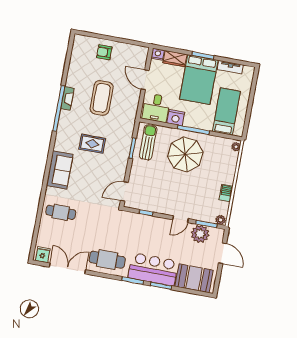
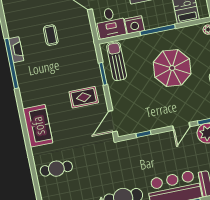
coffee table: (102, 98) -> (51, 35), width x0.54, depth x0.58
rug: (92, 144) -> (84, 97), moved
parasol: (185, 154) -> (172, 68), moved

